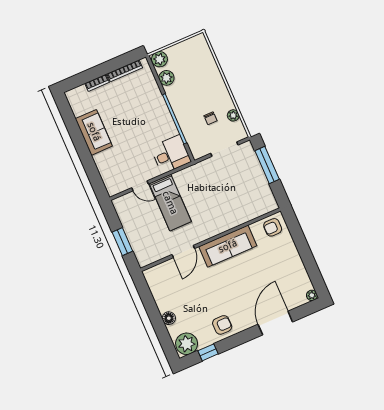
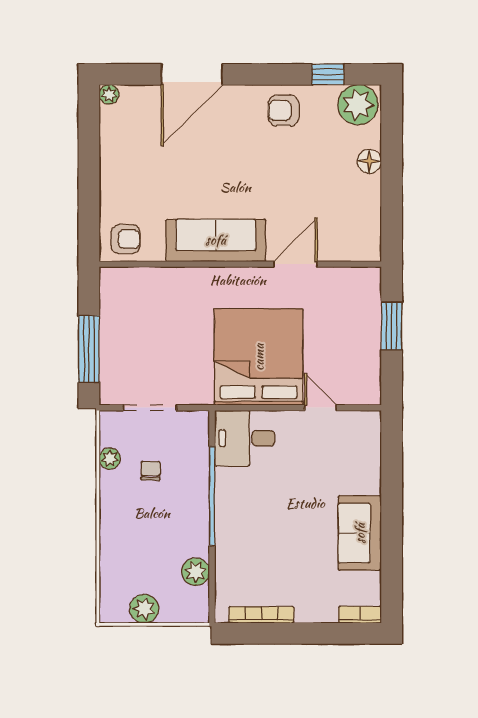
plant: (159, 59) -> (144, 609), moved
bookcase: (97, 83) -> (360, 615), moved
bed: (170, 203) -> (259, 357), width x2.04

